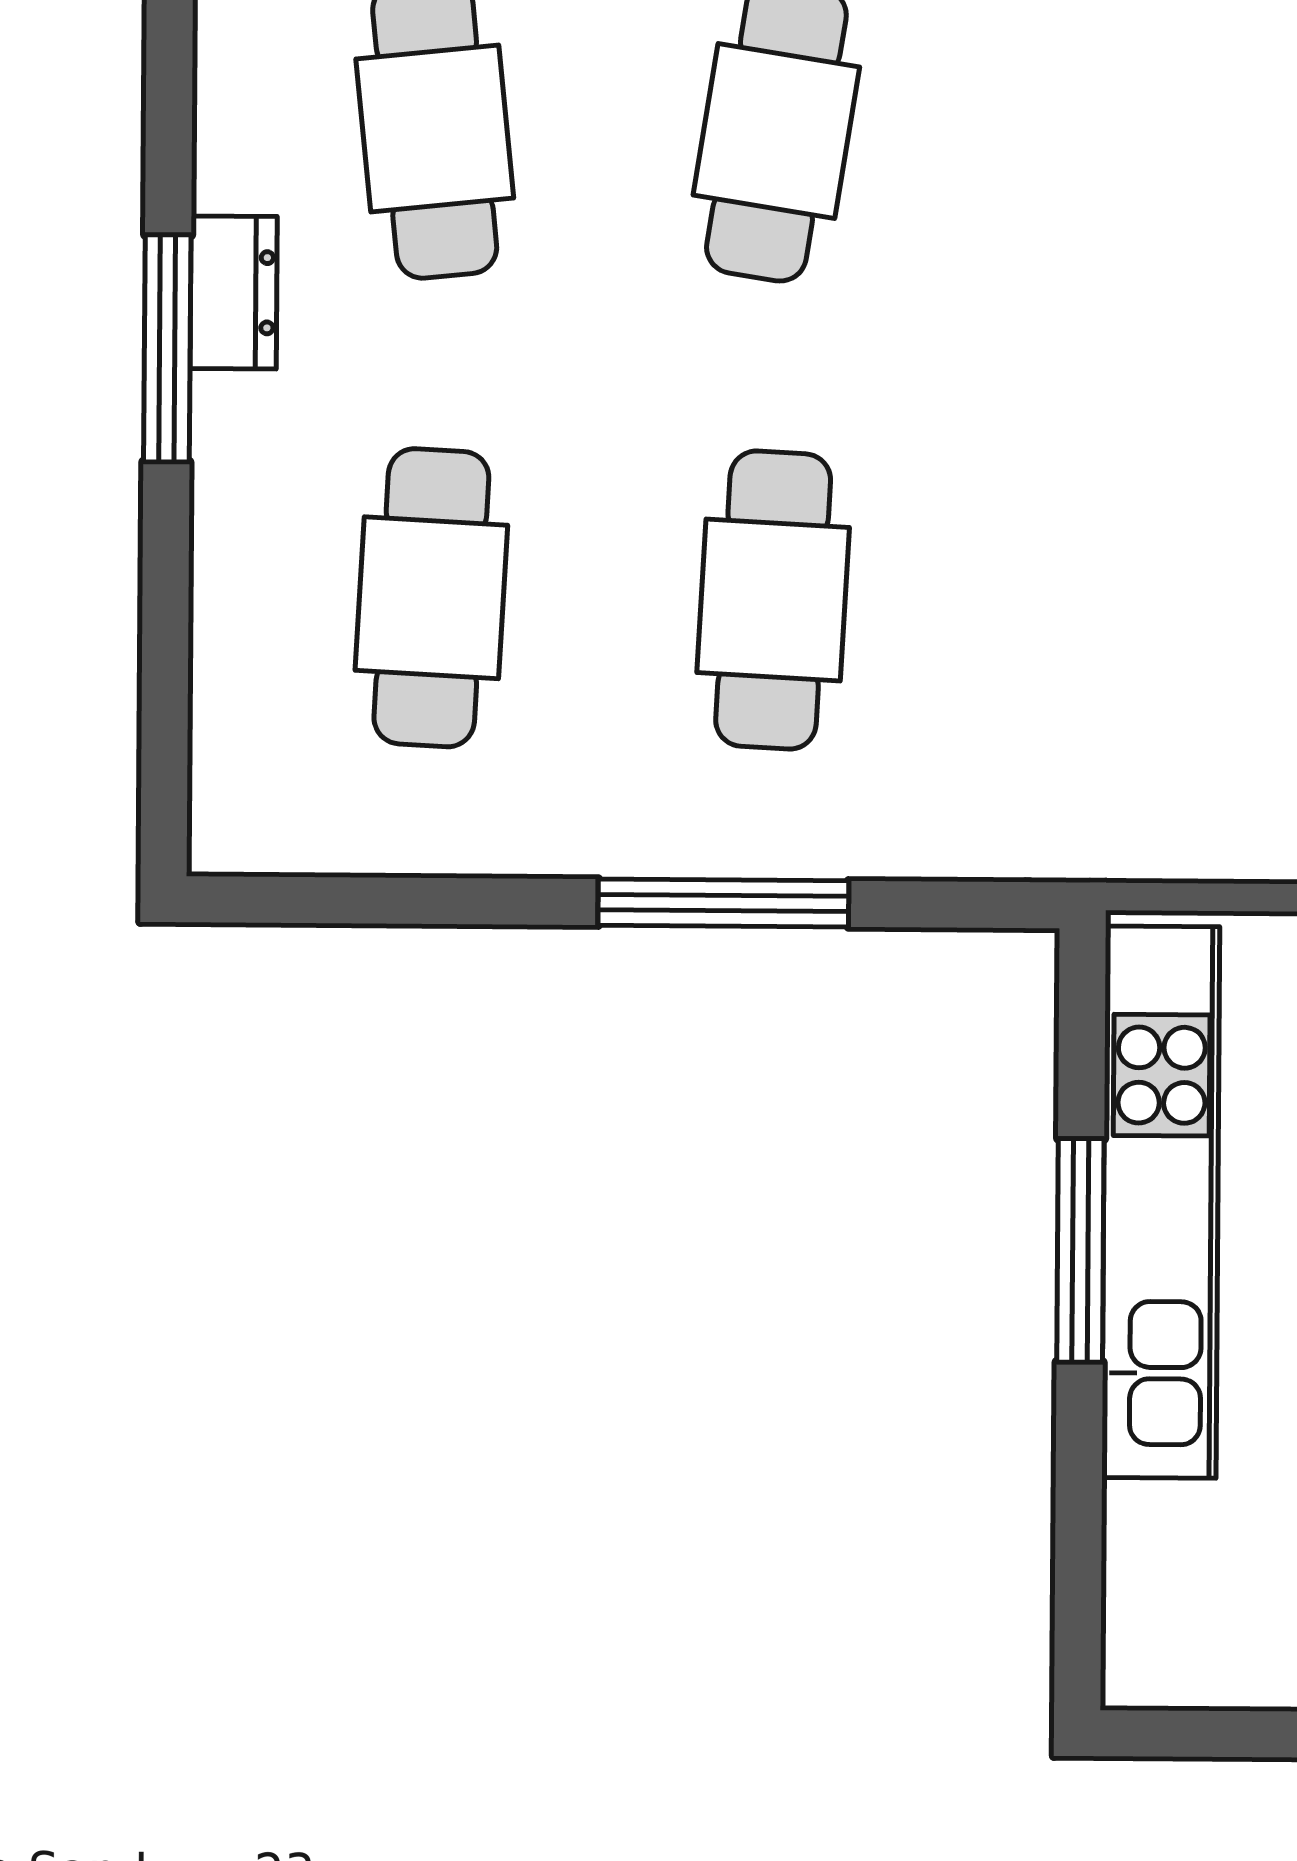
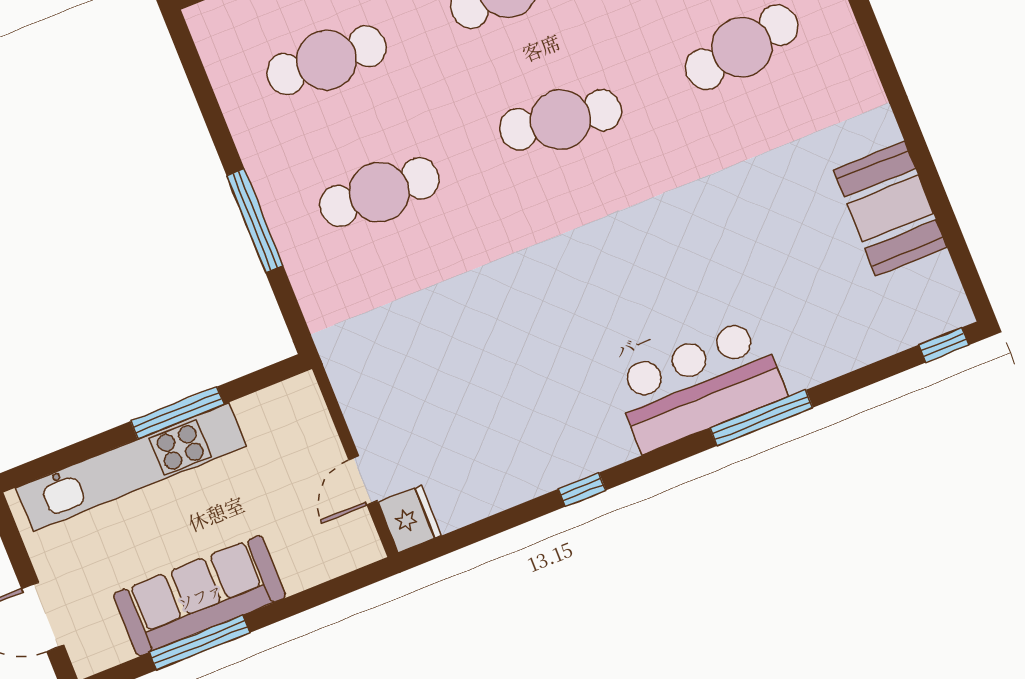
kitchen unit: (1161, 1202) -> (131, 467), moved

